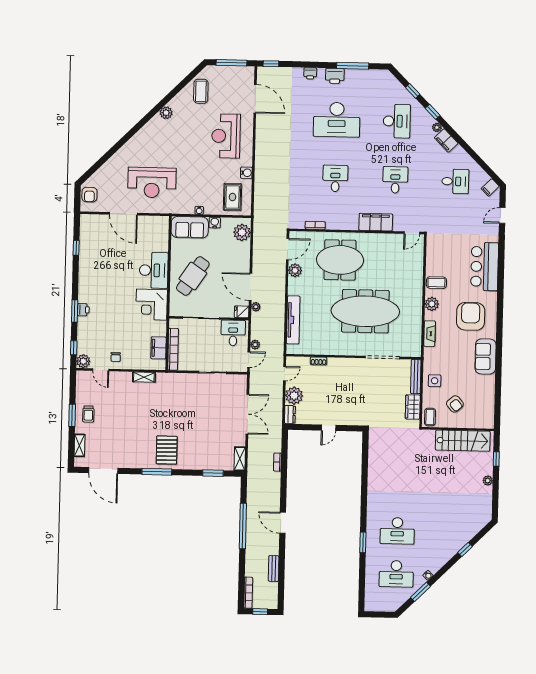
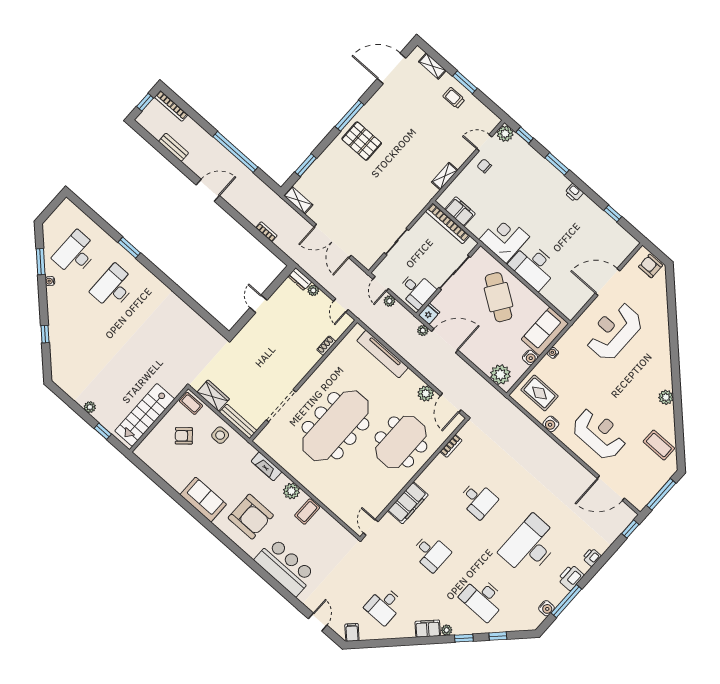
water cooler: (368, 75) -> (546, 608), added
printer: (83, 310) -> (574, 193), moved
plant: (294, 396) -> (313, 290), width x0.53, depth x0.53

